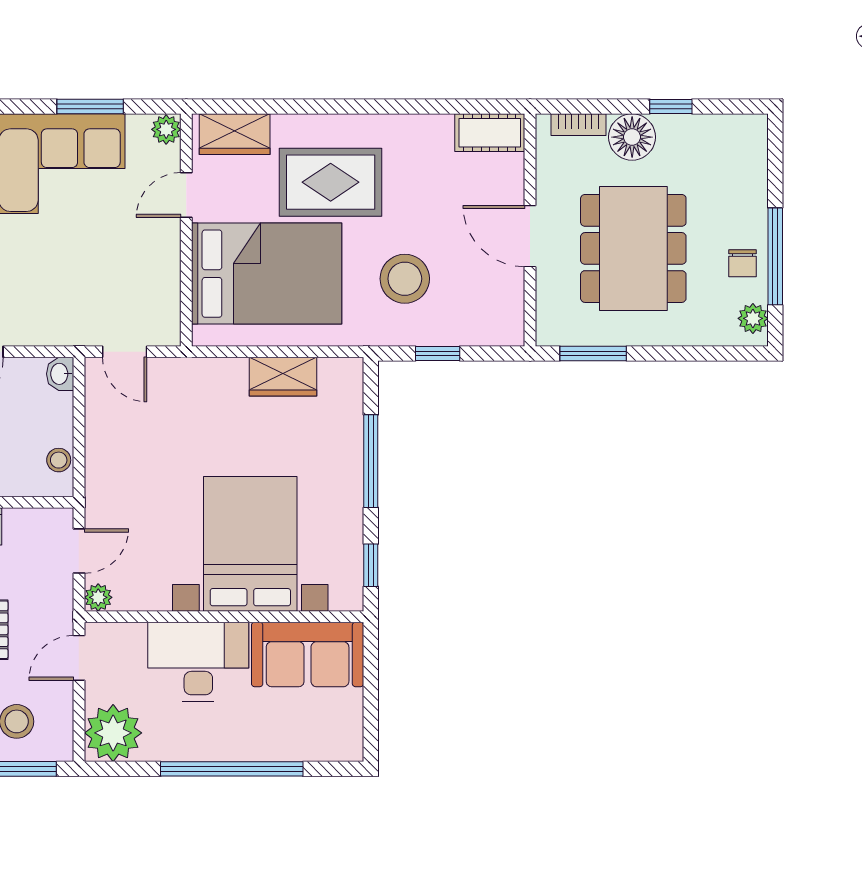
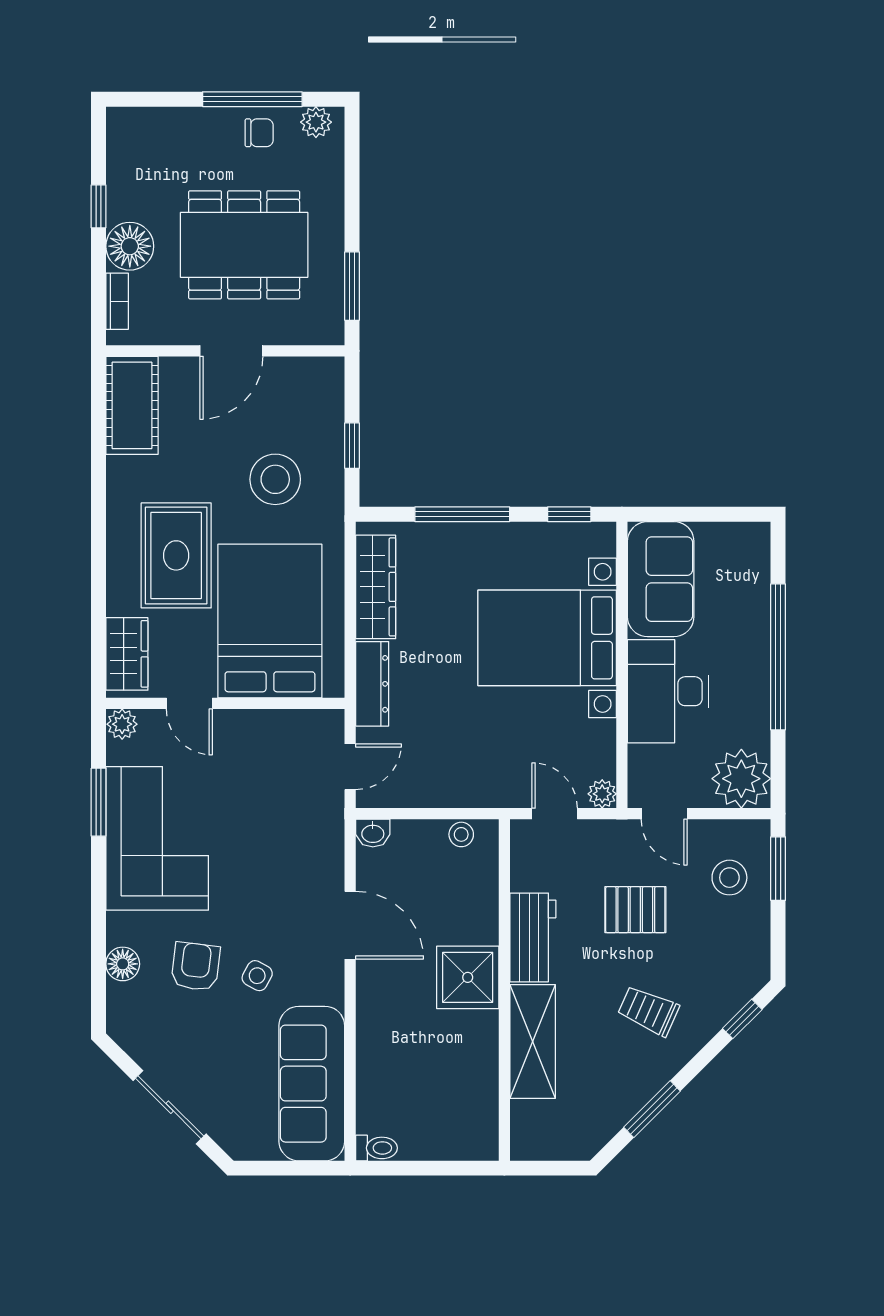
cot: (490, 133) -> (132, 405), width x1.37, depth x1.34
dresser: (205, 373) -> (372, 684), added
wardrobe: (283, 377) -> (376, 587), width x1.50

